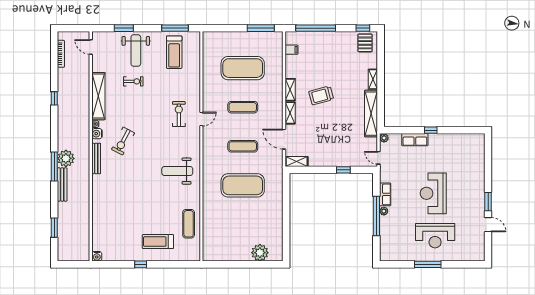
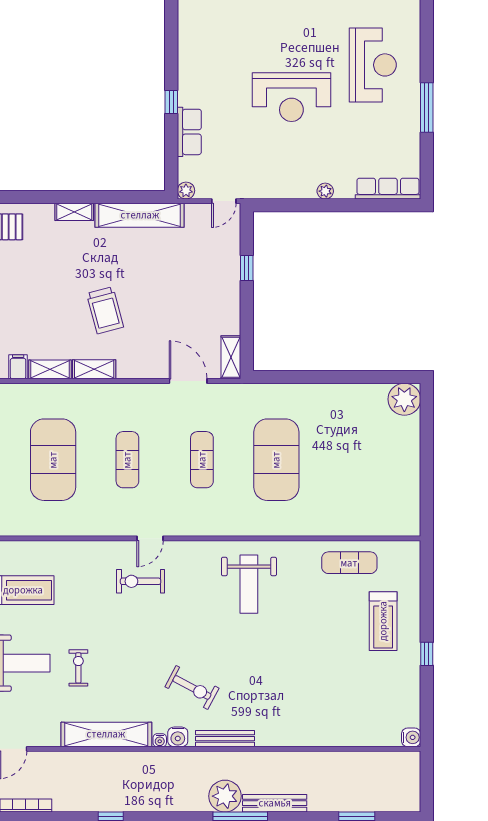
shelving: (290, 113) -> (50, 369), moved
door: (201, 119) -> (150, 538), swing flipped
door: (284, 139) -> (188, 381), swing flipped
row of seats: (385, 194) -> (388, 189), moved, width x1.48
window: (376, 216) -> (335, 205), removed
reception desk: (435, 236) -> (373, 65), moved
plant: (260, 253) -> (404, 399), moved

